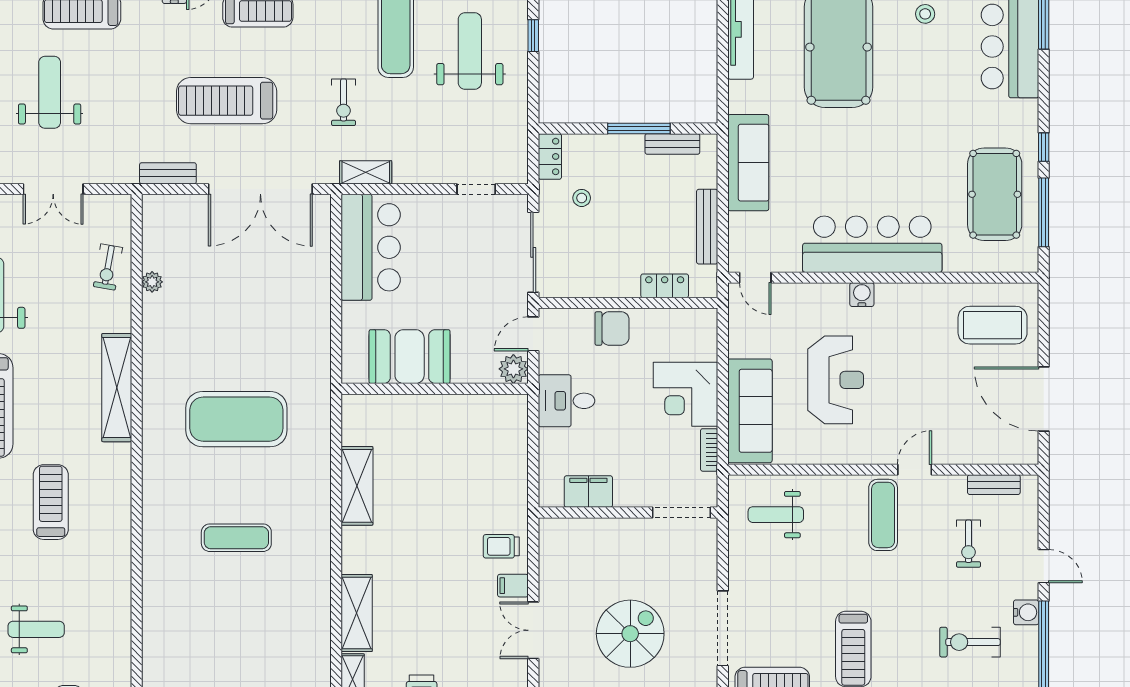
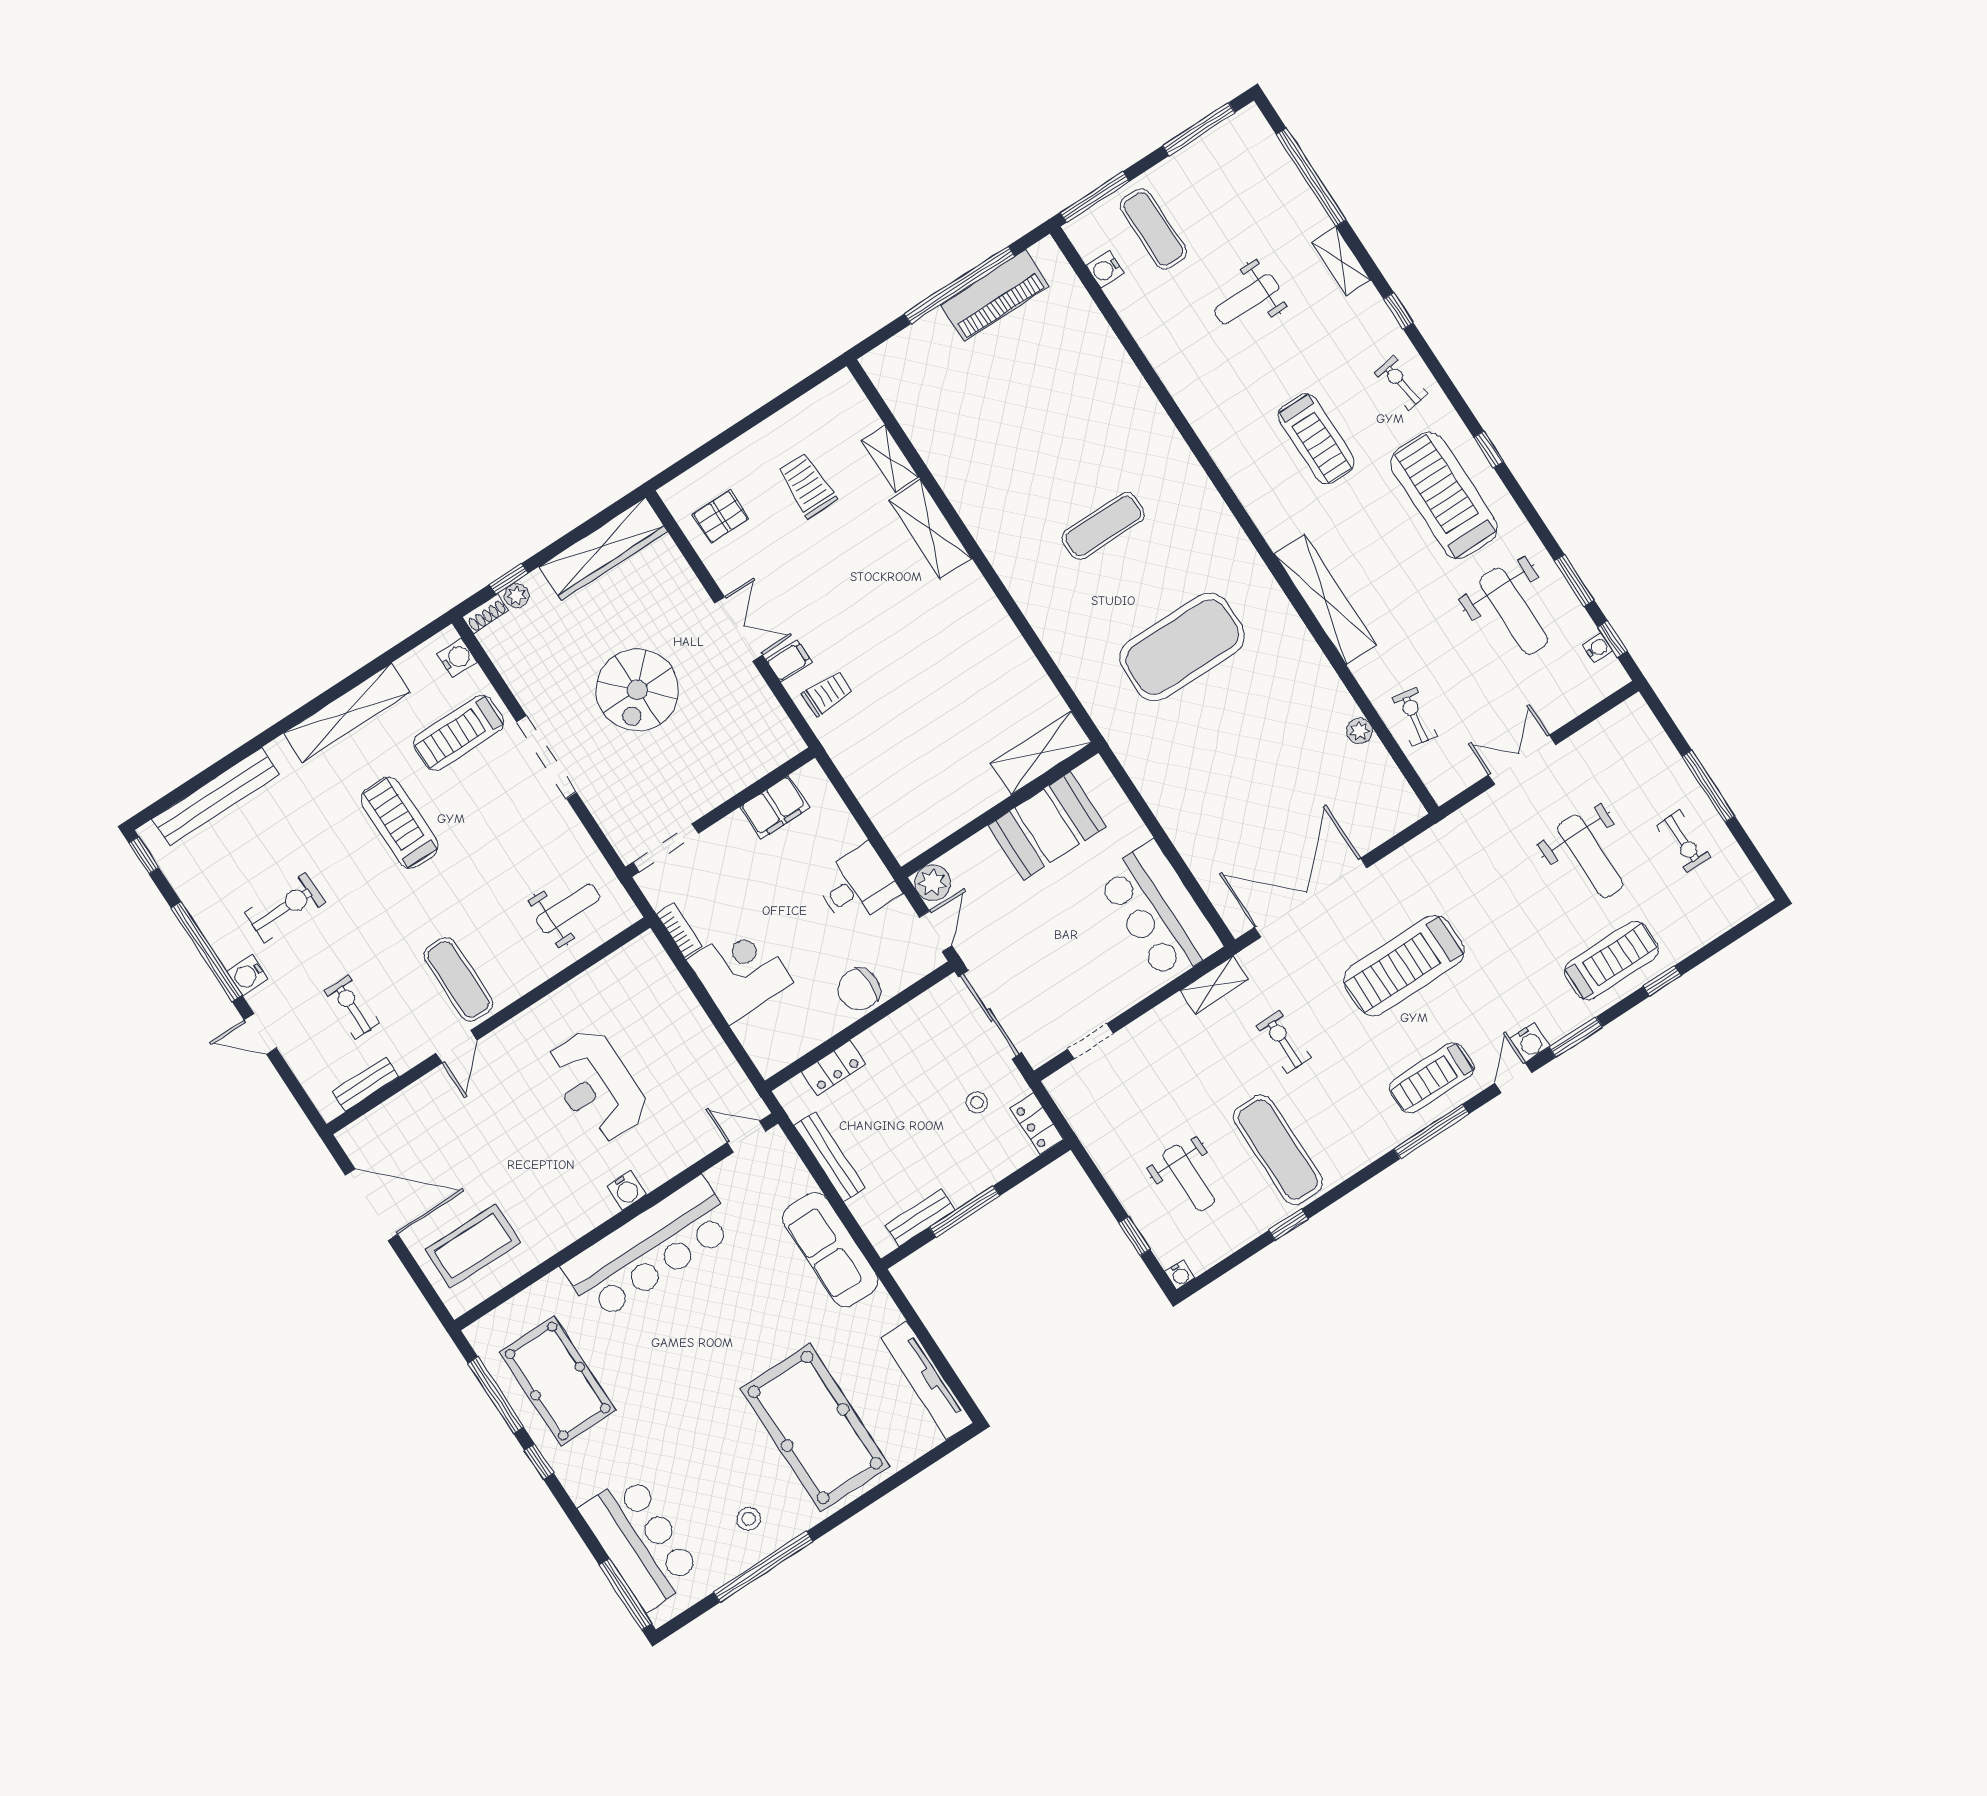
weight bench: (470, 51) -> (1189, 1178), width x0.73, depth x0.75
treadmill: (227, 101) -> (1404, 966), turned 180
bench: (168, 173) -> (1415, 852), removed
sofa: (750, 411) -> (663, 997), removed
shelving: (357, 486) -> (1041, 753), moved, turned 90

